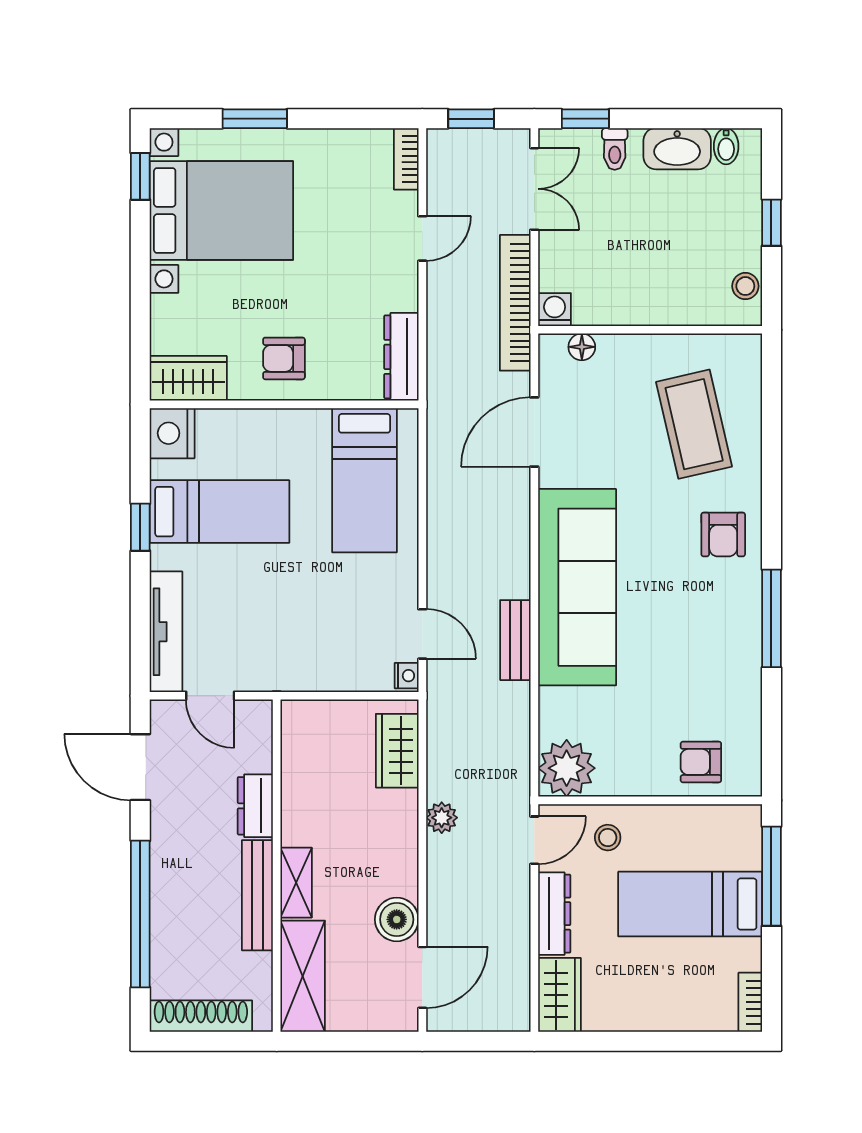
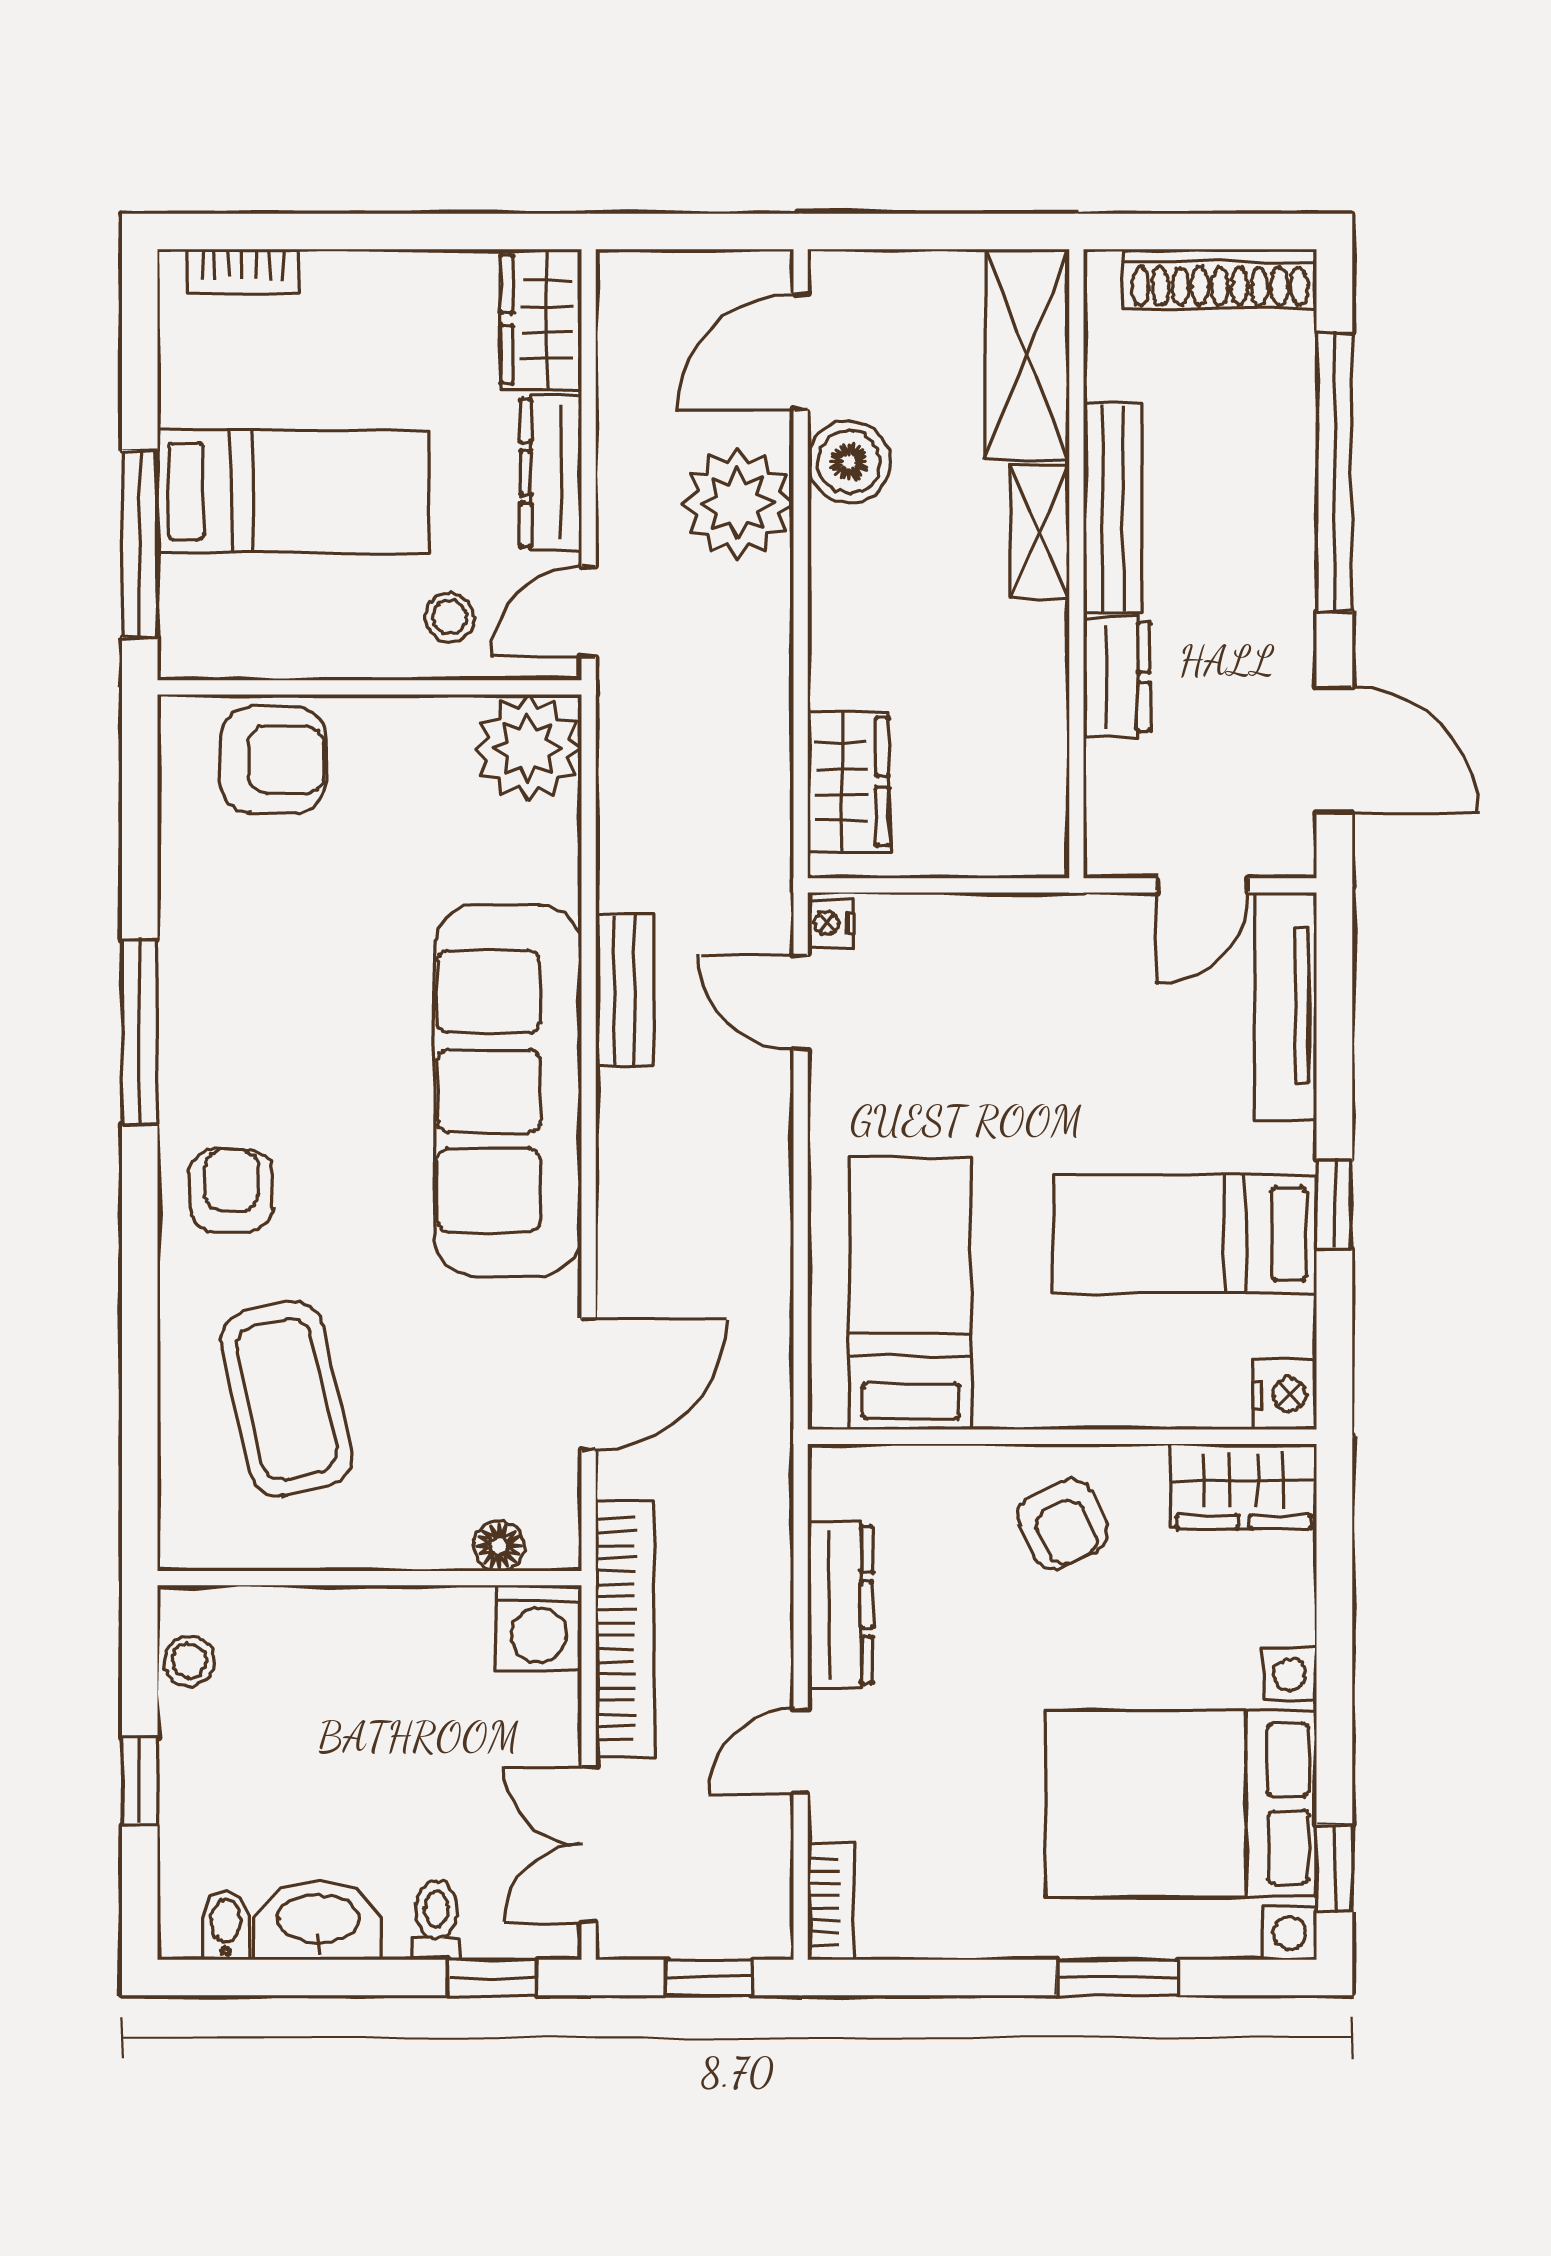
washing machine: (555, 310) -> (539, 1628), width x1.38, depth x1.38
dresser: (401, 357) -> (840, 1604), moved
armchair: (284, 358) -> (1063, 1524), turned 65
nightstand: (172, 433) -> (1285, 1395), width x0.74, depth x0.75
door: (210, 696) -> (1202, 885), swing flipped
armchair: (701, 762) -> (273, 760), width x1.38, depth x1.38
plant: (442, 818) -> (738, 503), moved, width x1.87, depth x1.87
bookcase: (750, 1002) -> (243, 272), moved, turned 90

